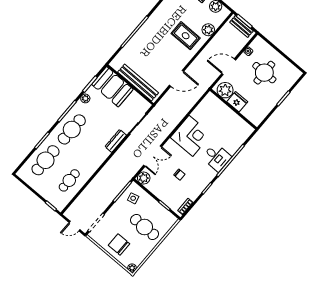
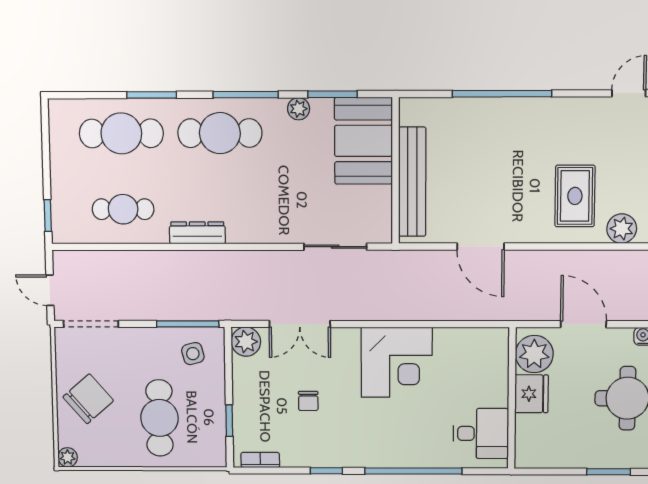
dresser: (116, 141) -> (197, 233), moved
desk: (217, 157) -> (481, 433), moved, turned -90
chair: (119, 245) -> (88, 399), turned 49

